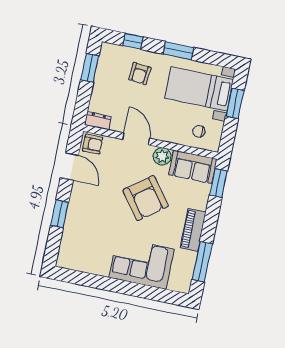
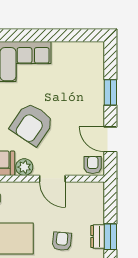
dresser: (98, 121) -> (98, 237), moved, turned 90
armchair: (93, 144) -> (93, 165), turned 90
armchair: (146, 198) -> (32, 124), turned -109

